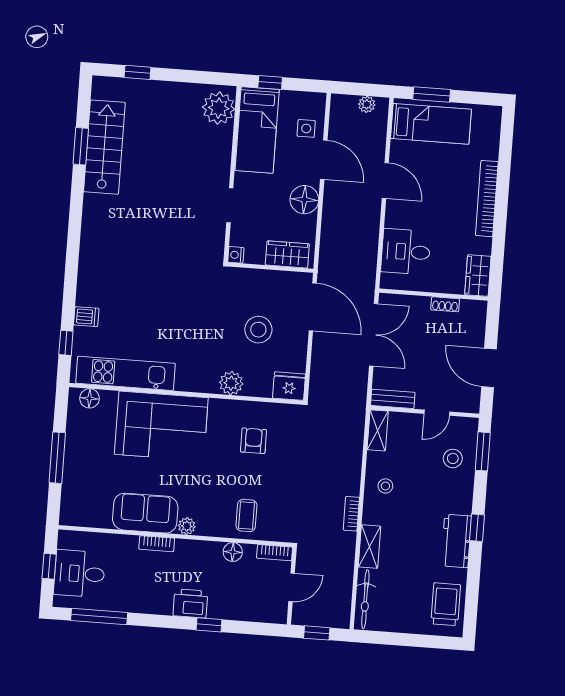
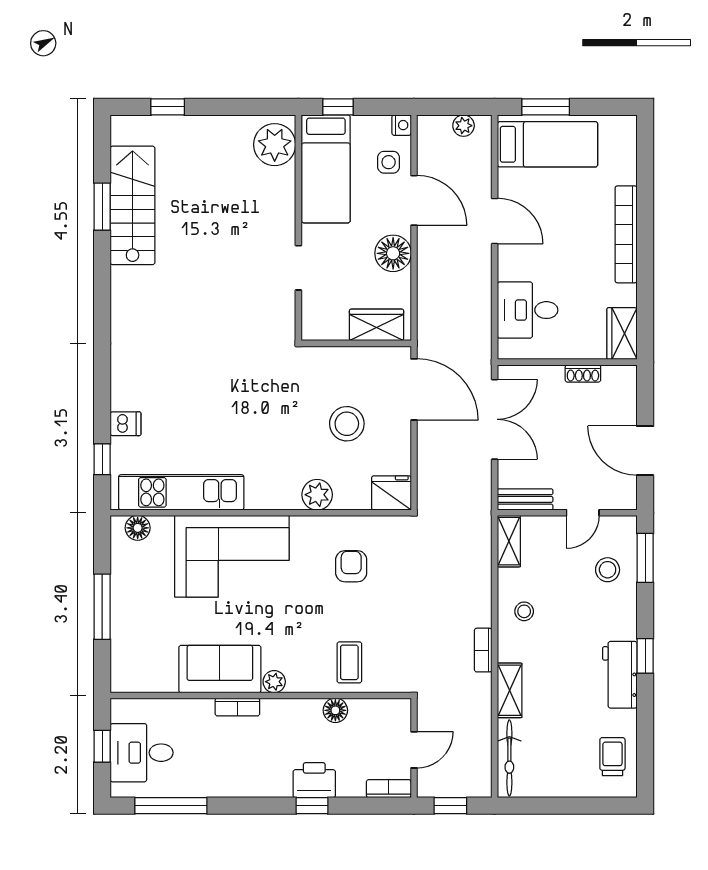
nightstand: (236, 255) -> (402, 125), moved, turned 180
bookcase: (275, 553) -> (389, 789), moved, turned 180
printer: (190, 603) -> (314, 780), moved
trolley: (446, 604) -> (612, 757), width x0.73, depth x0.72

